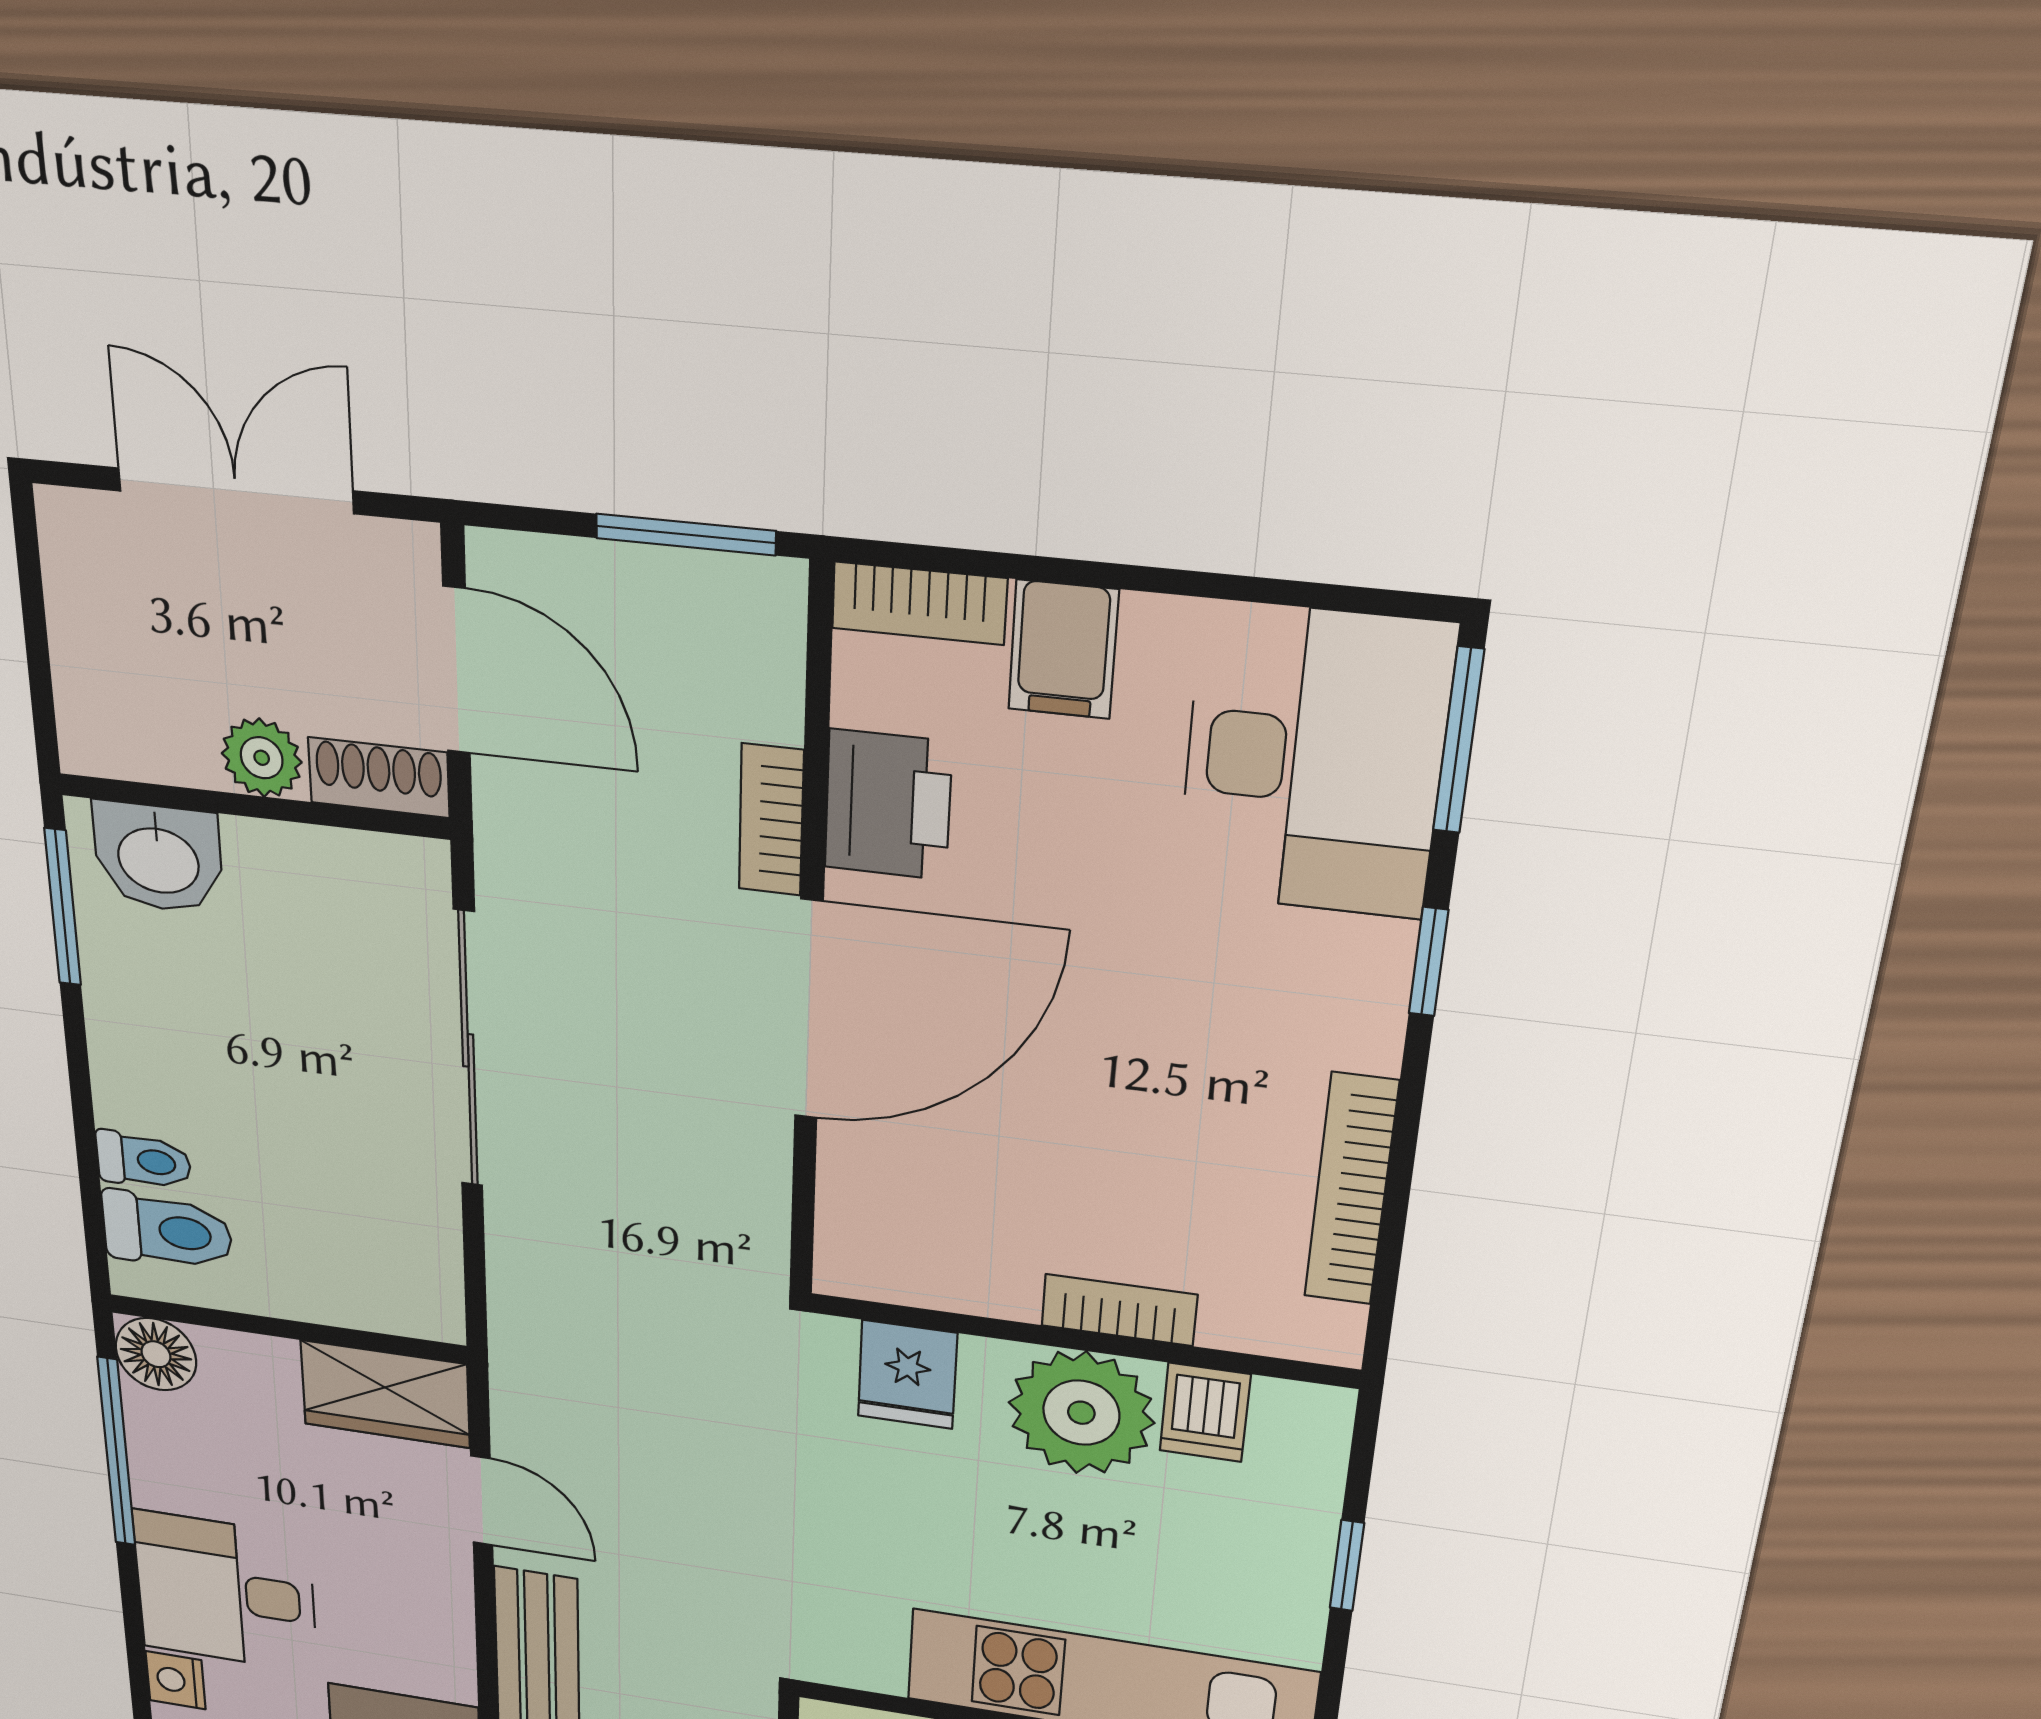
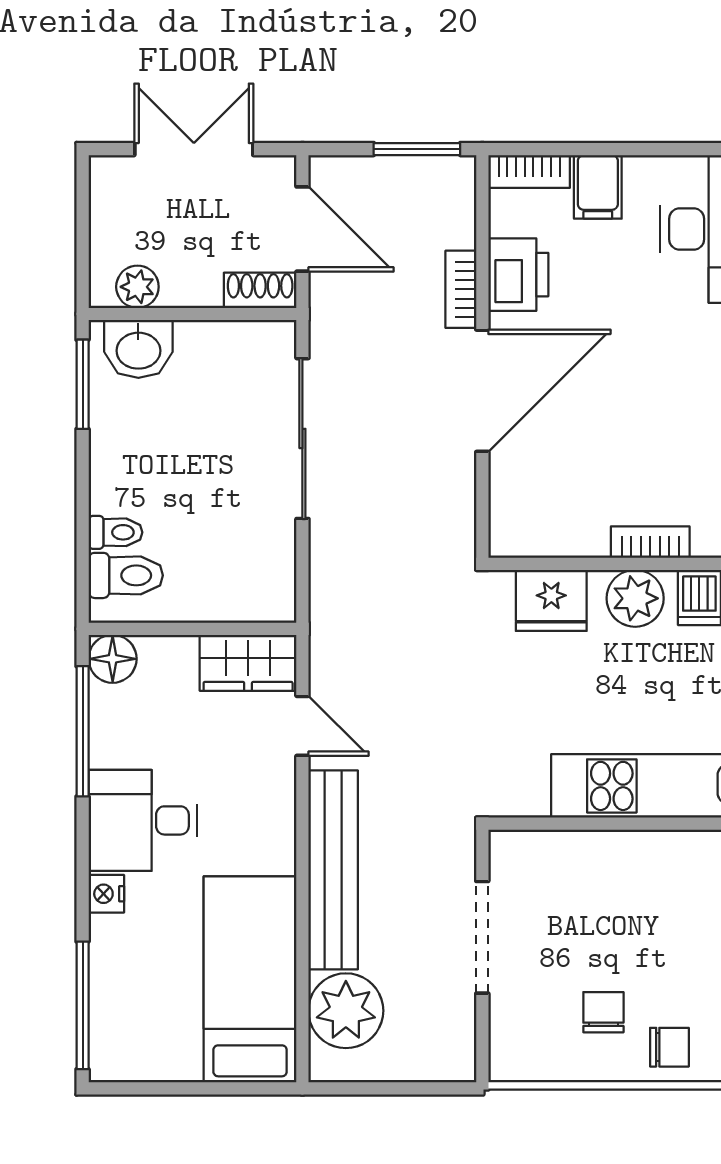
plant: (262, 758) -> (137, 287), moved
fridge: (907, 1375) -> (551, 600), width x1.38
plant: (1081, 1413) -> (635, 598), width x0.73, depth x0.73

